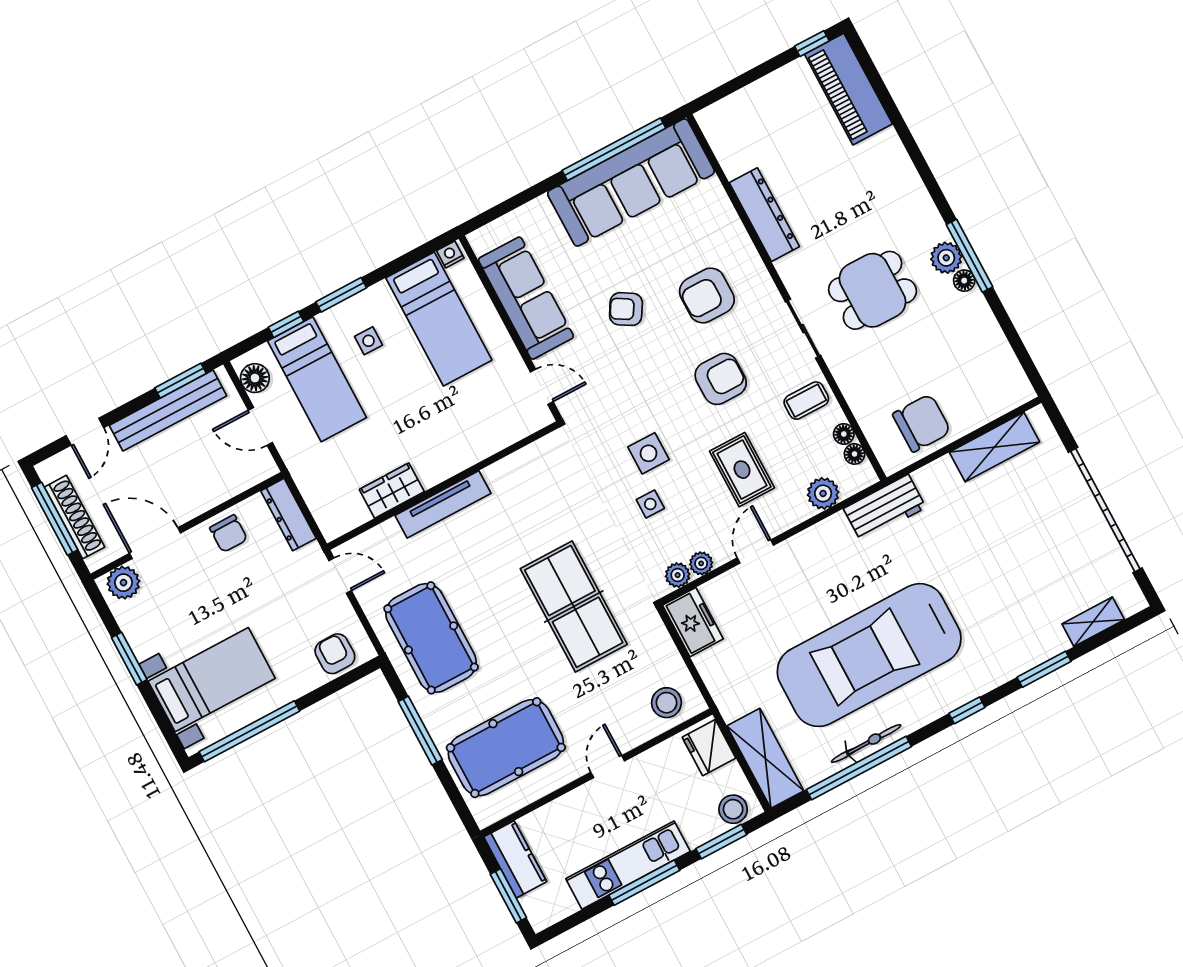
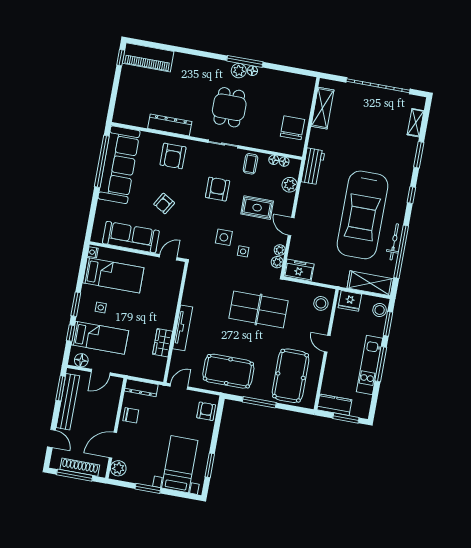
armchair: (707, 295) -> (173, 156), moved
armchair: (335, 654) -> (206, 411), turned 90
window: (249, 731) -> (210, 465), width x0.47

